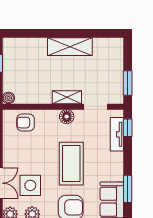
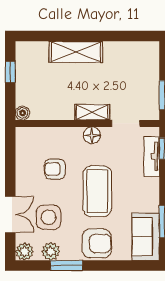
shelving: (70, 47) -> (76, 52), moved
armchair: (25, 123) -> (55, 169), moved

